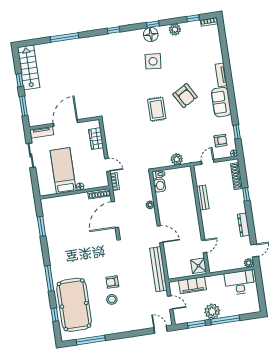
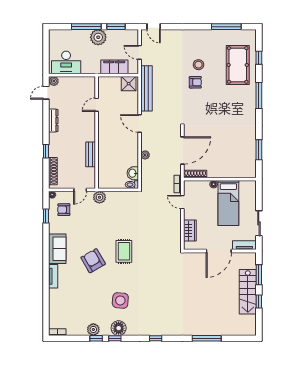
window: (193, 18) -> (96, 338), moved
stairs: (29, 67) -> (248, 292), moved
plant: (177, 159) -> (99, 197), moved
shower: (199, 266) -> (129, 84), moved
pool table: (74, 305) -> (238, 65), width x0.73, depth x0.76

